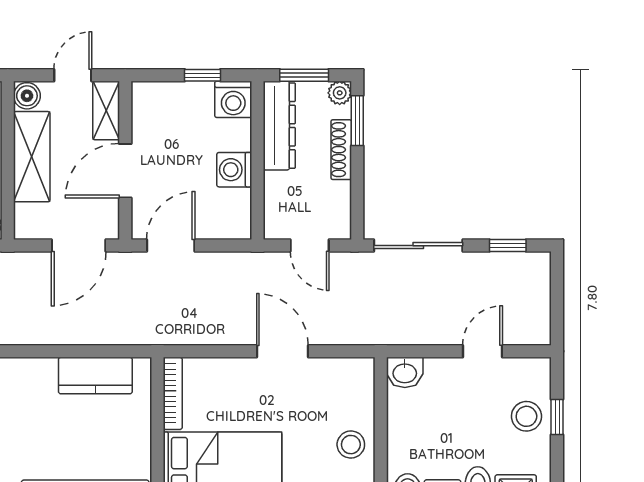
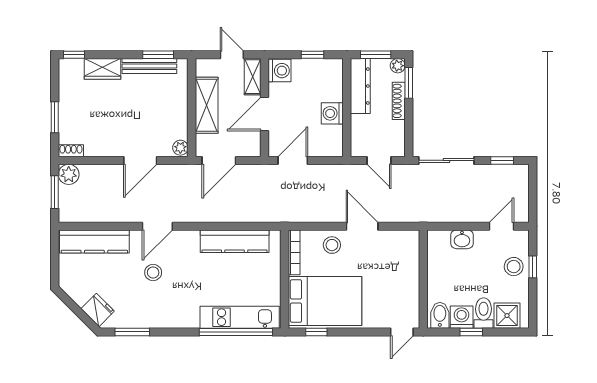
door: (73, 75) -> (232, 55), hinge flipped
boiler: (27, 96) -> (203, 67), removed
washing machine: (233, 99) -> (280, 71), moved, turned -90
door: (79, 246) -> (219, 160), moved
door: (482, 351) -> (501, 226), moved
washbasin: (405, 372) -> (462, 239), moved
kitchen counter: (95, 376) -> (235, 241), width x1.50
stool: (351, 445) -> (332, 245), moved

